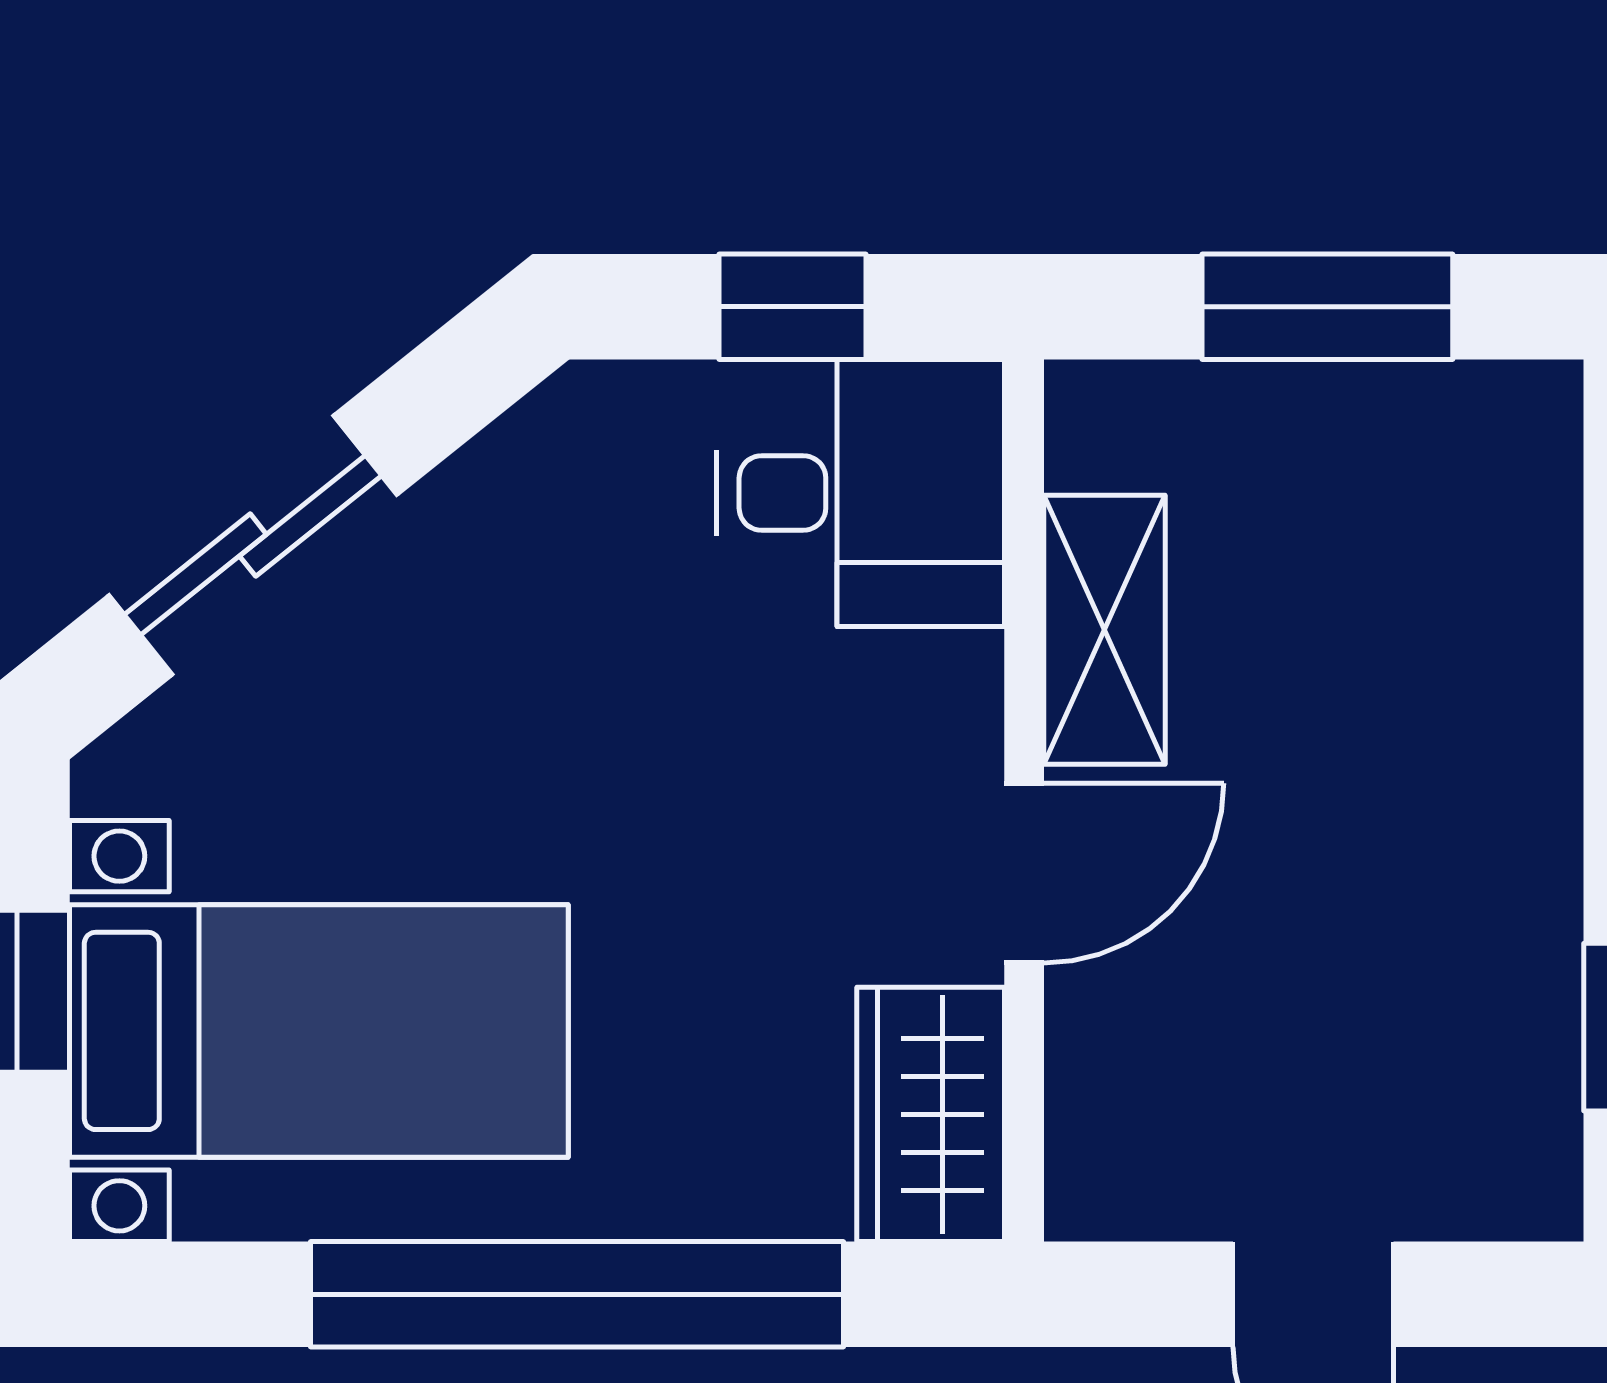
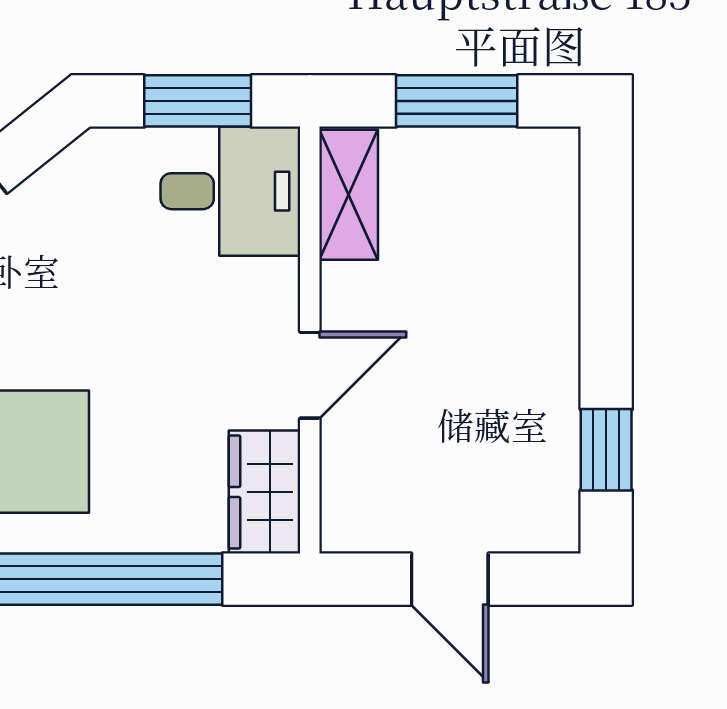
window: (792, 307) -> (198, 101), width x1.50
shelving: (1104, 630) -> (349, 195), moved

